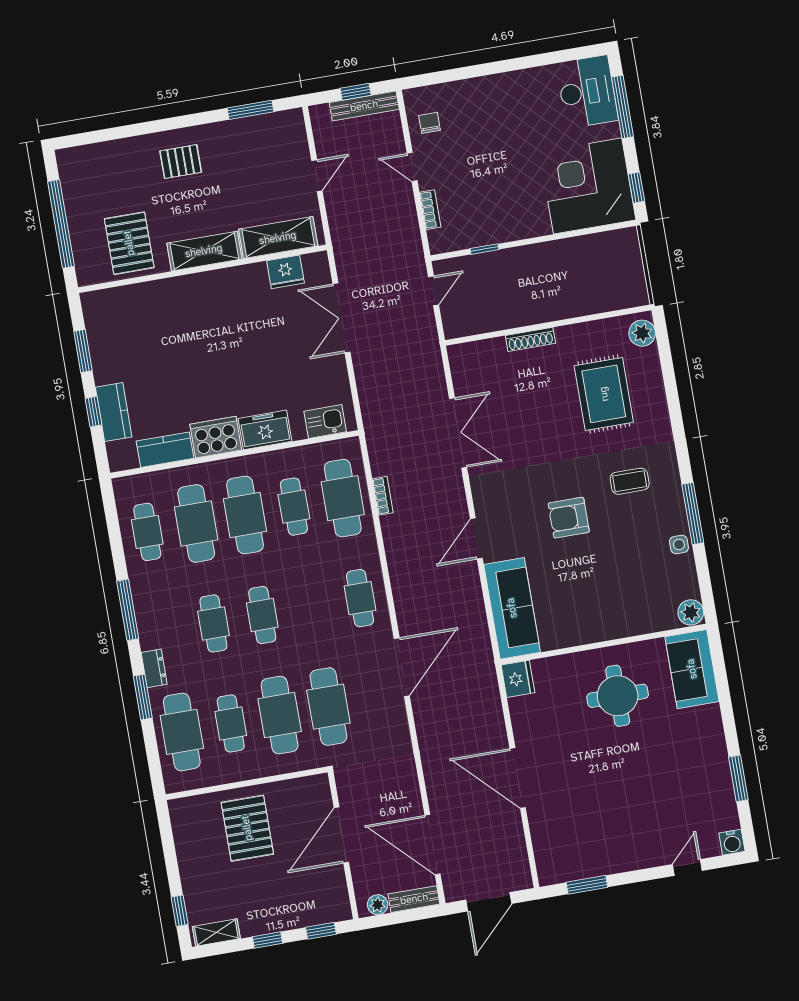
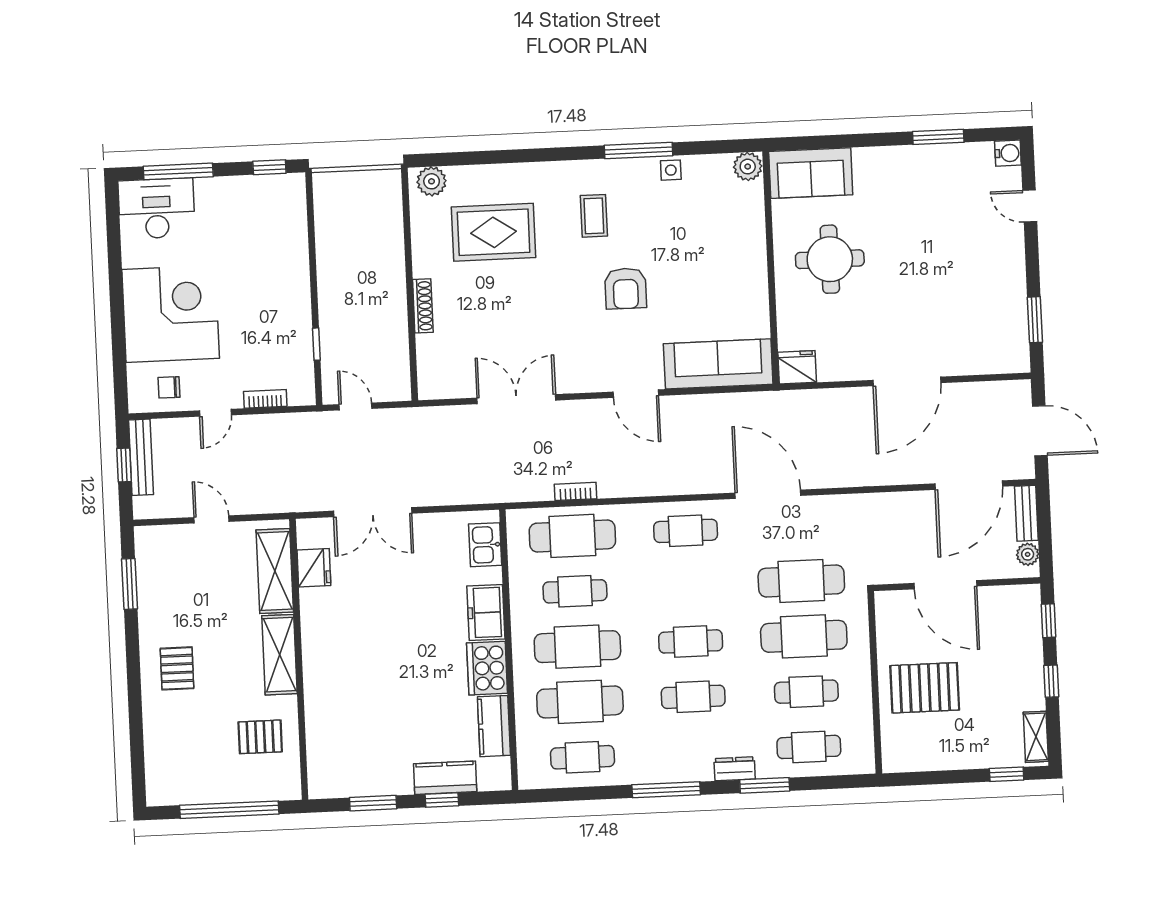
corner desk: (588, 186) -> (171, 314), moved, turned 180
pallet: (129, 243) -> (260, 737), width x0.67, depth x0.71
cafe table: (182, 732) -> (809, 747), width x0.73, depth x0.74

